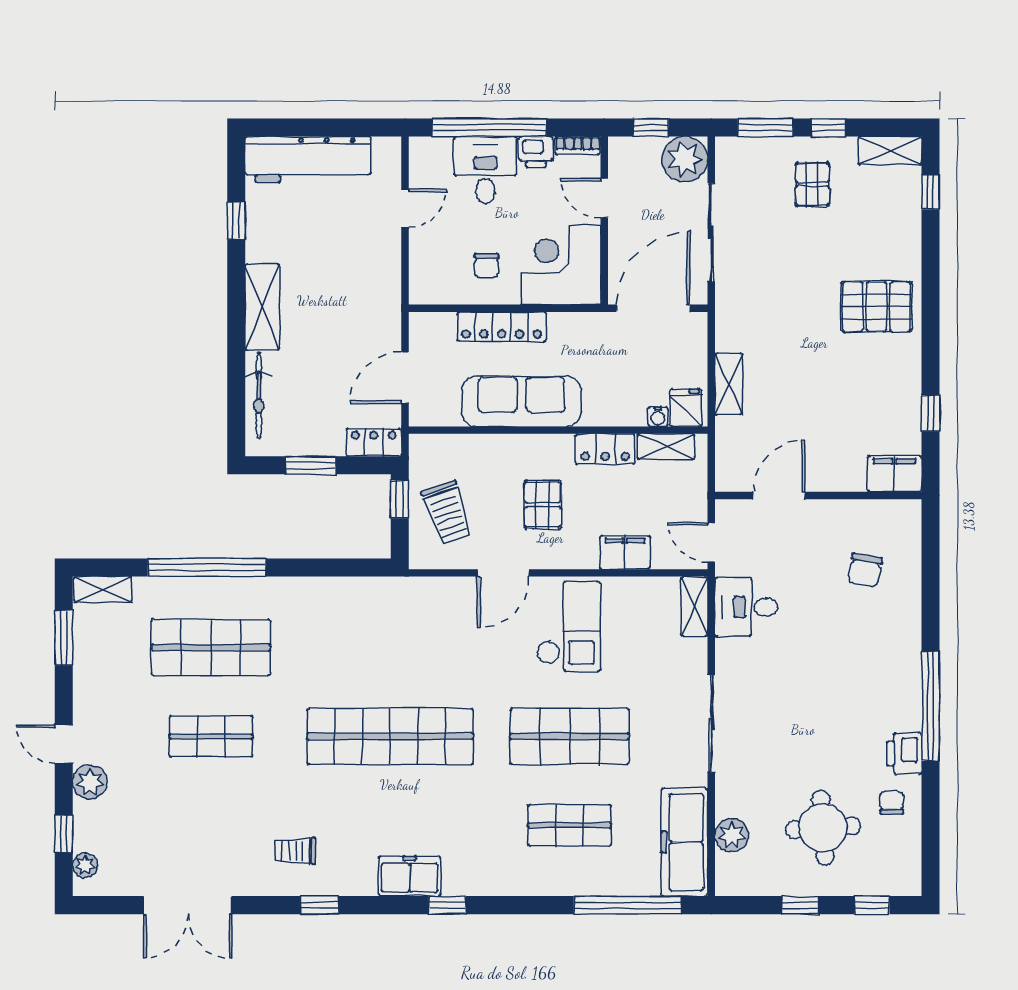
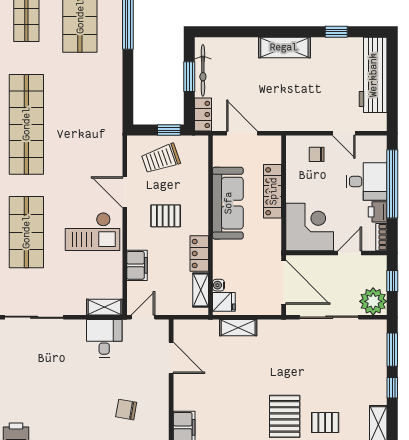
pallet: (812, 184) -> (325, 423), moved
chair: (486, 266) -> (317, 154), moved
bicycle: (259, 396) -> (203, 70), moved, turned -90

